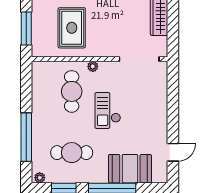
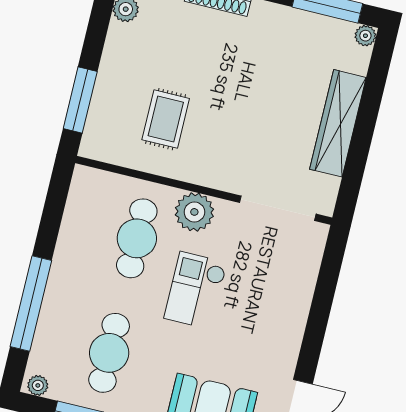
rug: (72, 28) -> (166, 119), width x0.73, depth x0.70
plant: (93, 66) -> (194, 212), width x1.88, depth x1.88
cafe table: (72, 153) -> (109, 353), turned 90

